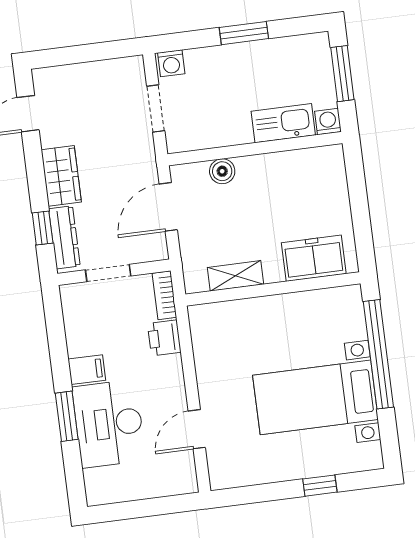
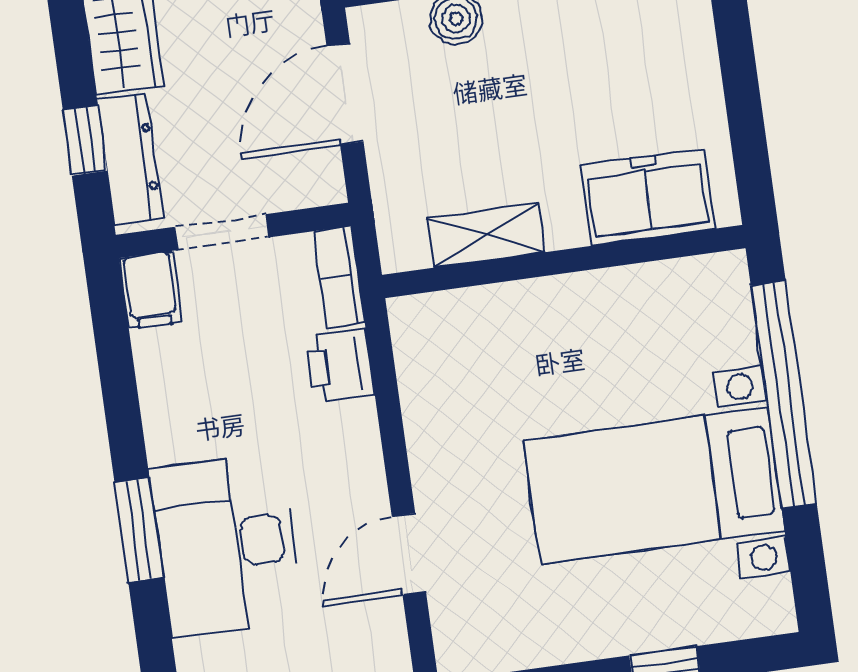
filing cabinet: (87, 370) -> (151, 290), moved, turned 90

